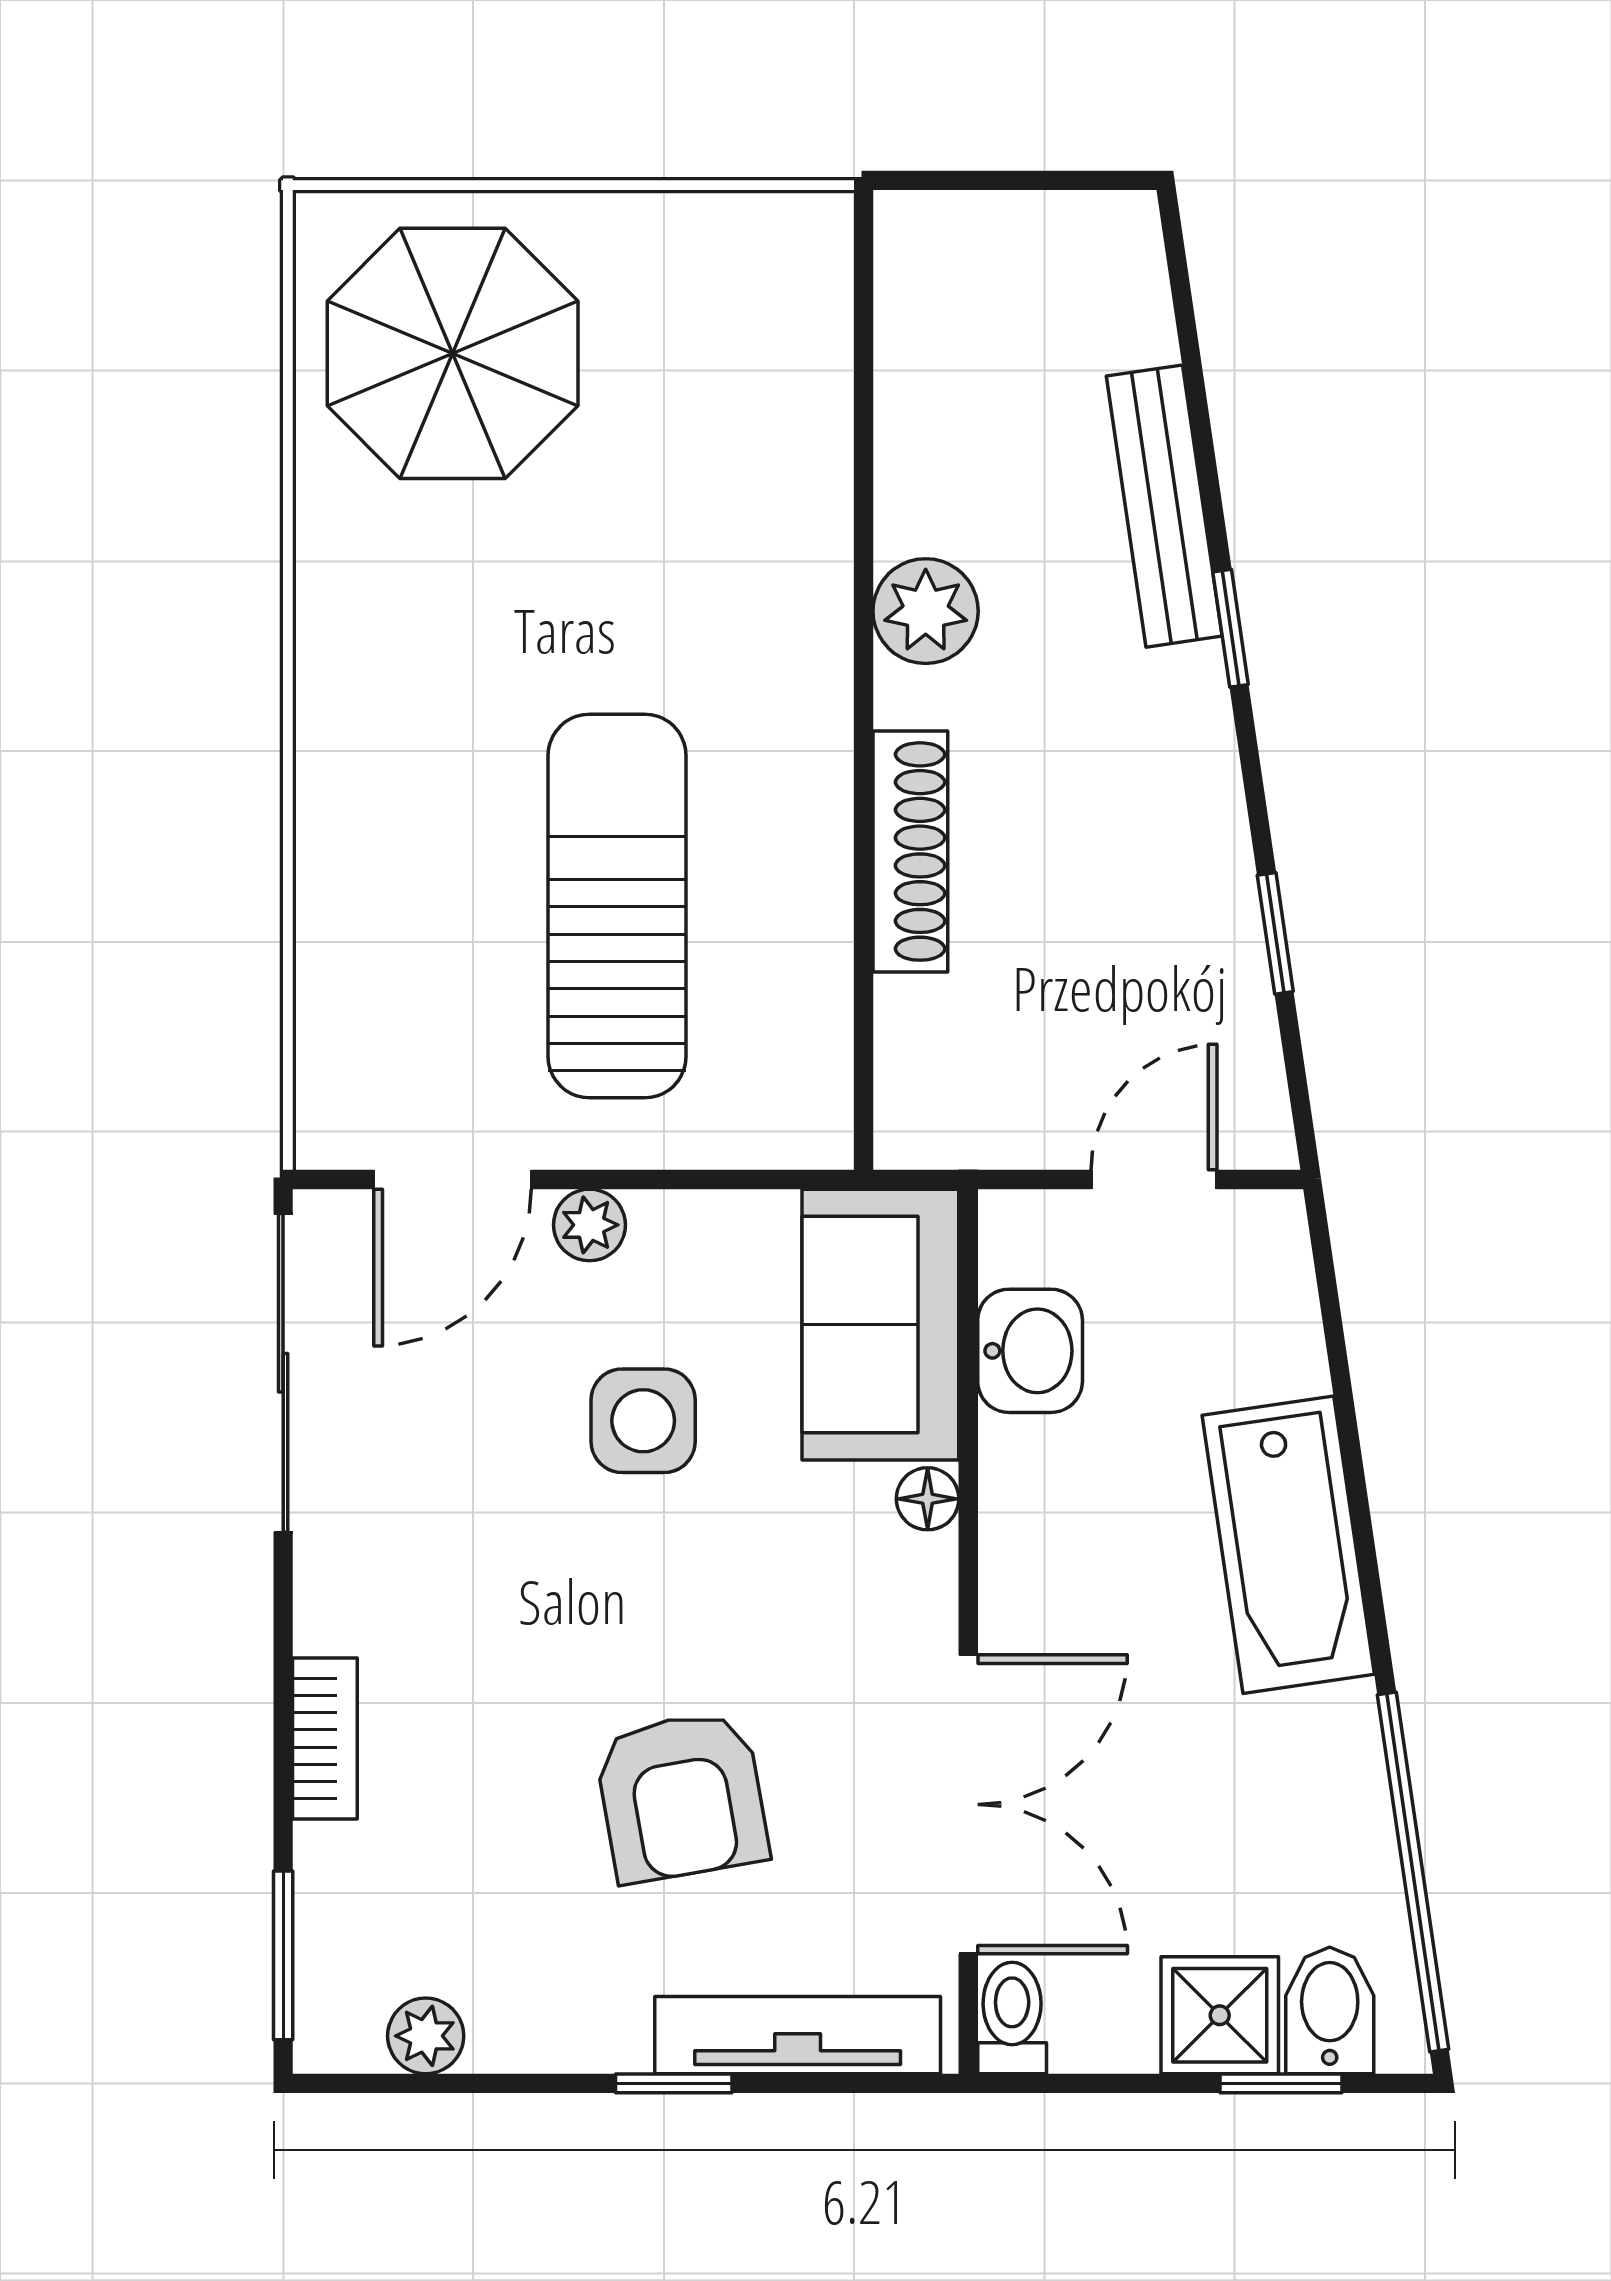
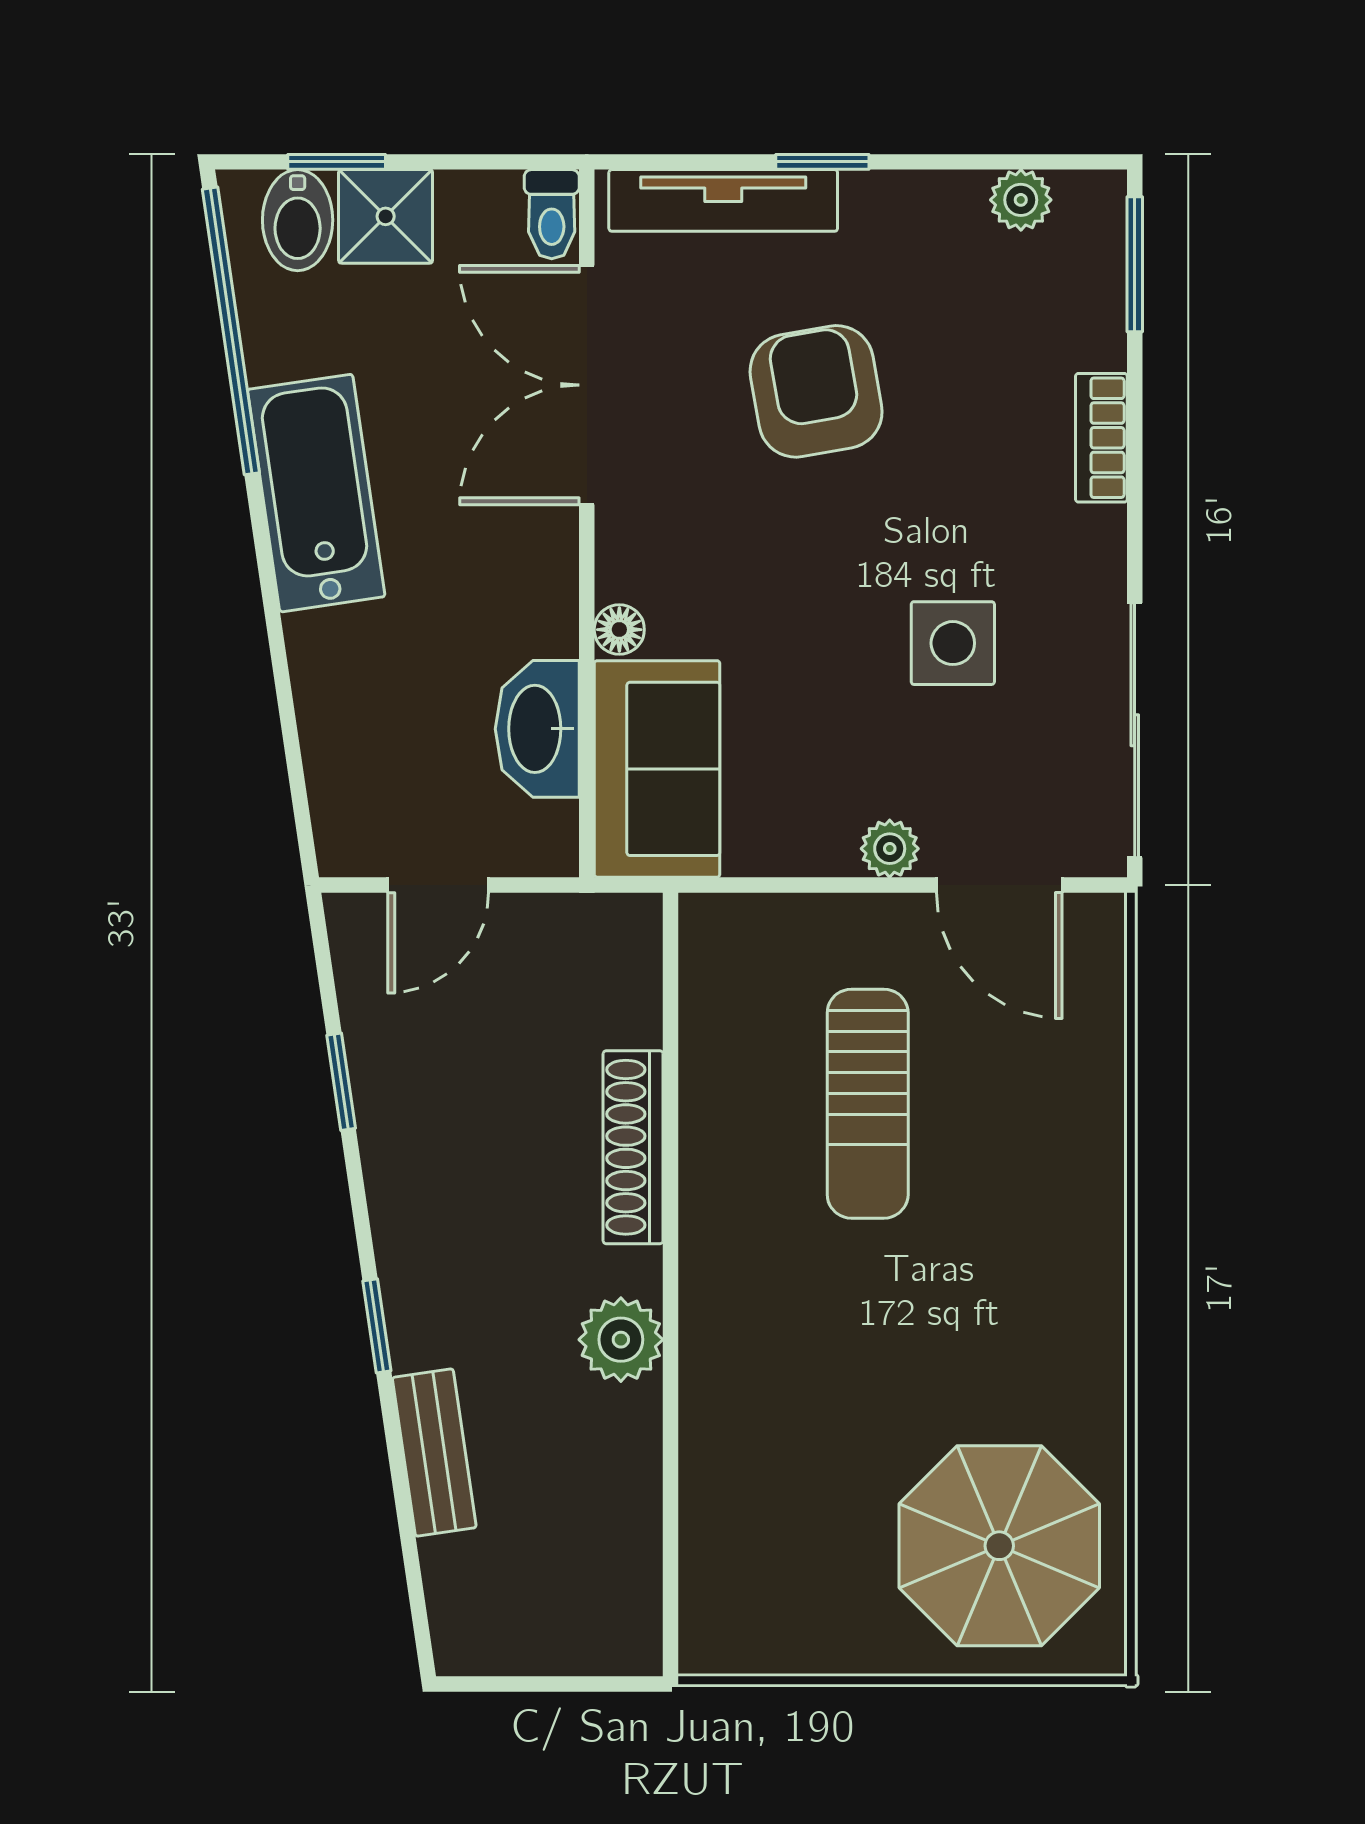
bench: (1164, 506) -> (434, 1453), width x0.73
sun lounger: (617, 906) -> (868, 1104), width x0.73, depth x0.75
door: (453, 1180) -> (999, 885), swing flipped
washbasin: (1030, 1351) -> (537, 729), width x1.38
side table: (643, 1421) -> (953, 643), moved
bathtub: (1288, 1545) -> (316, 493), moved

